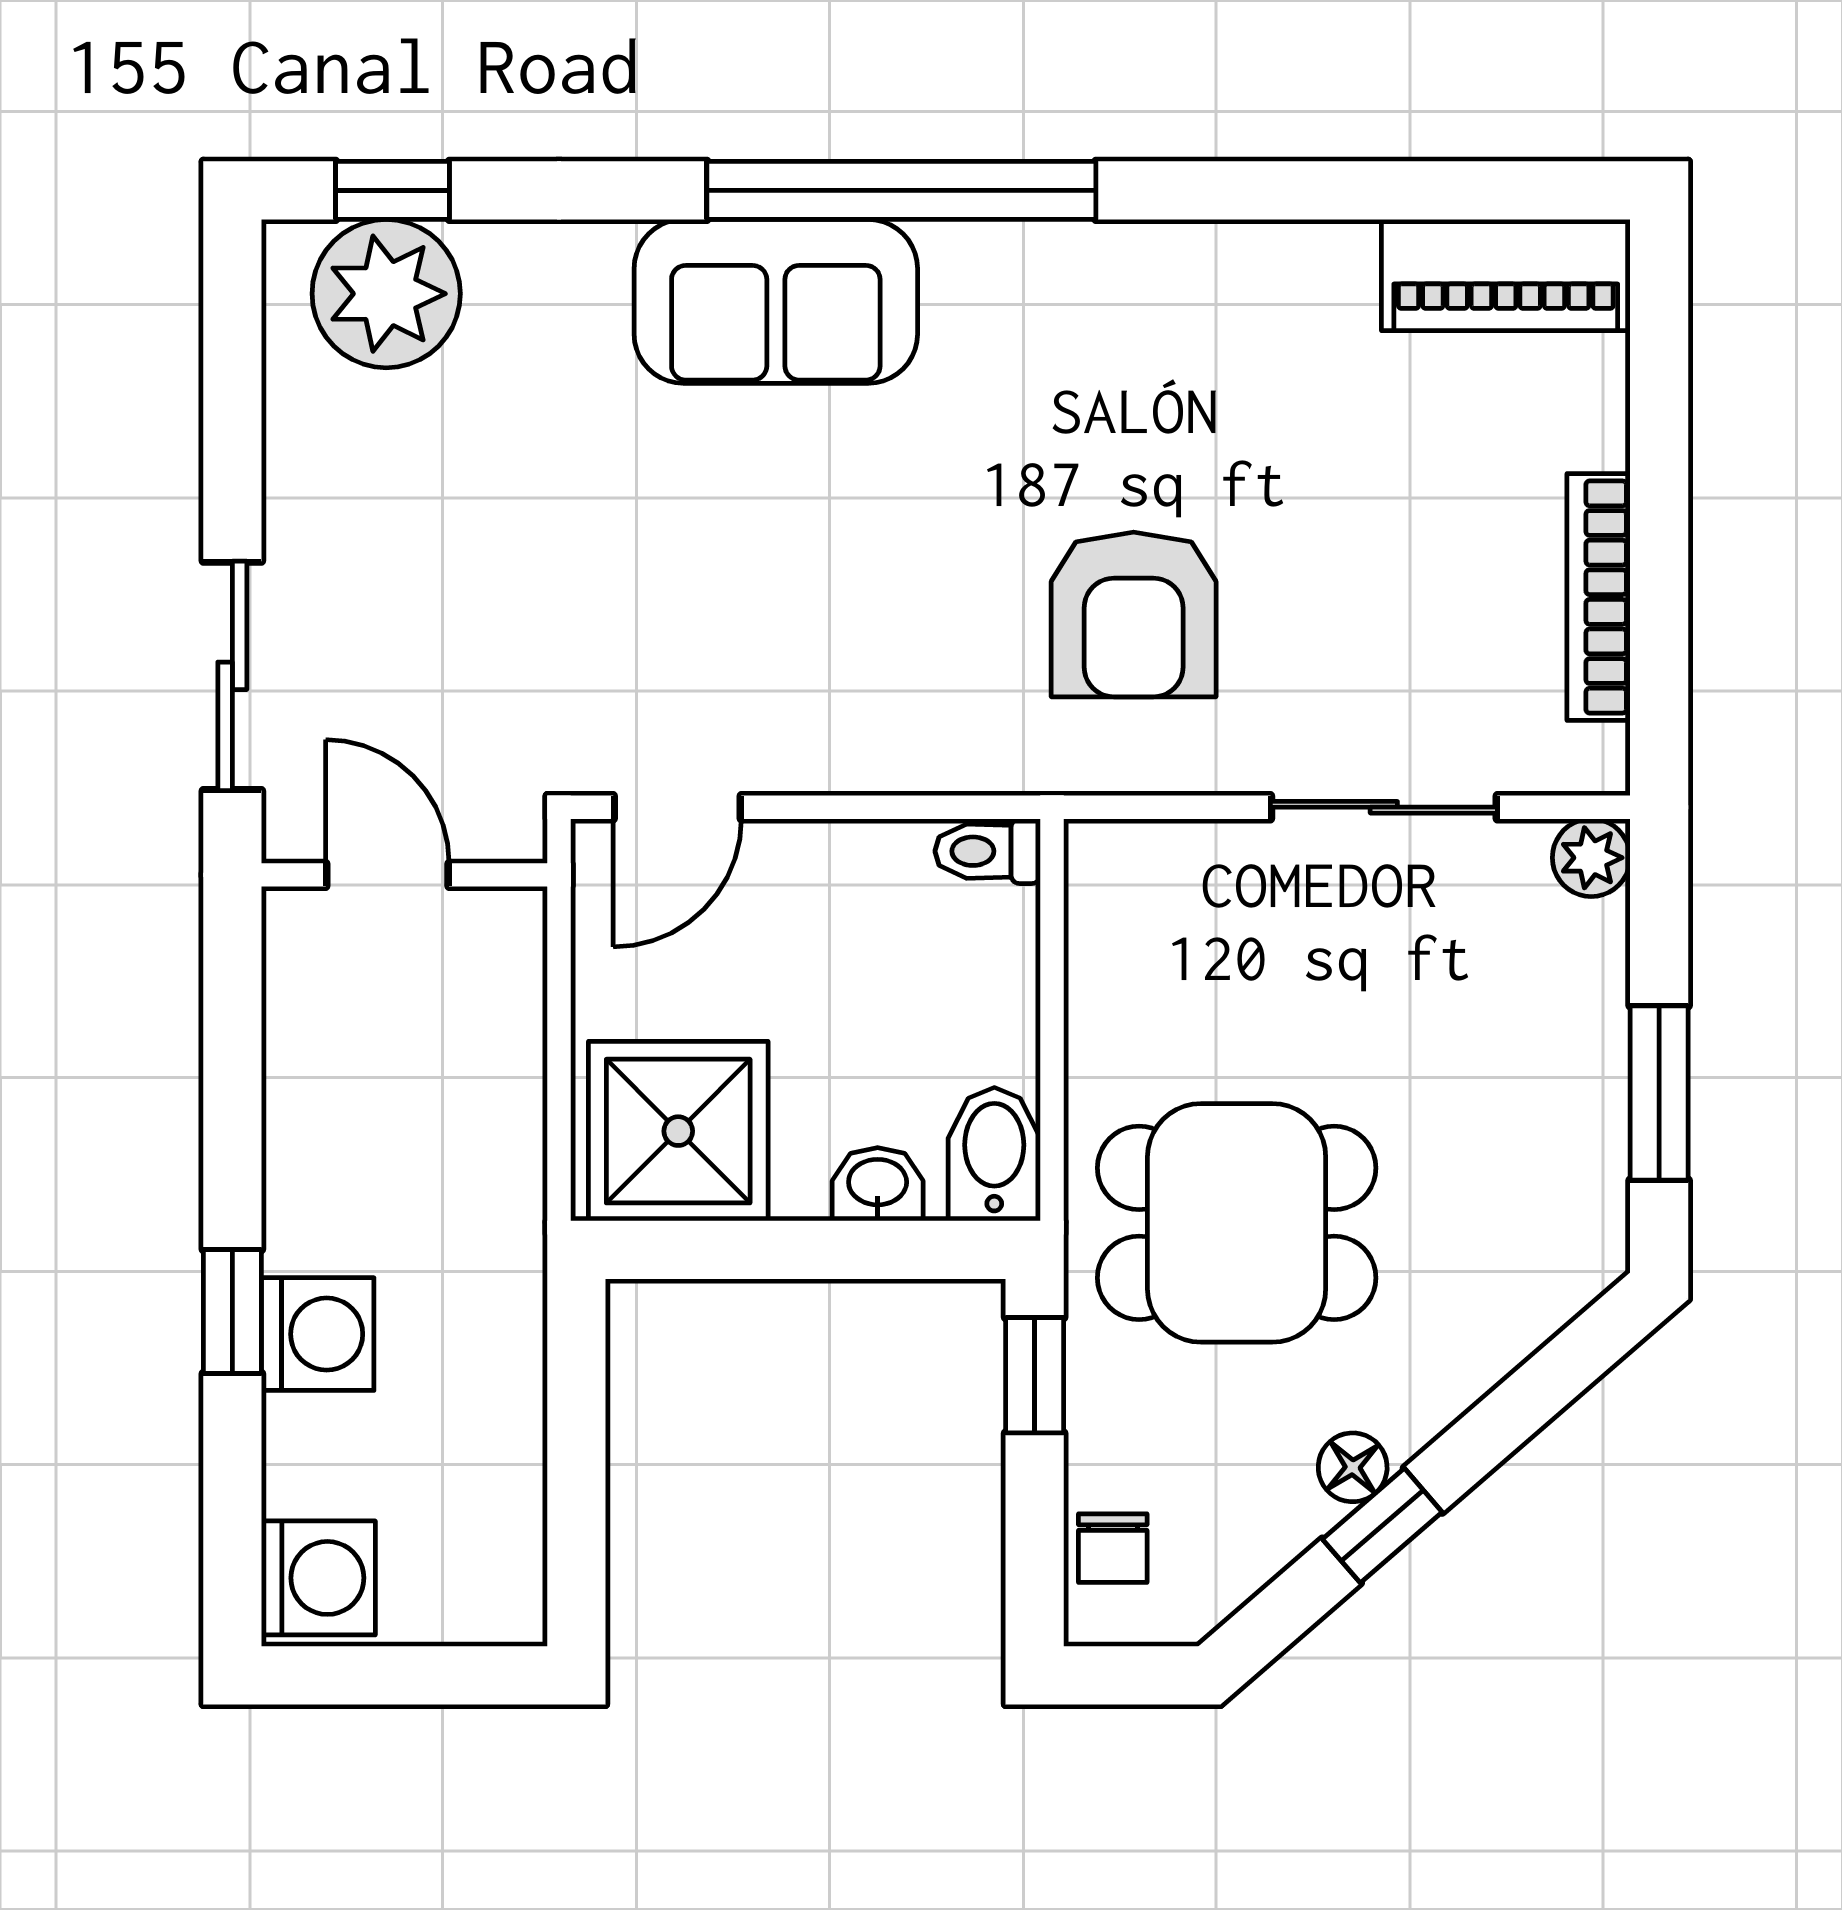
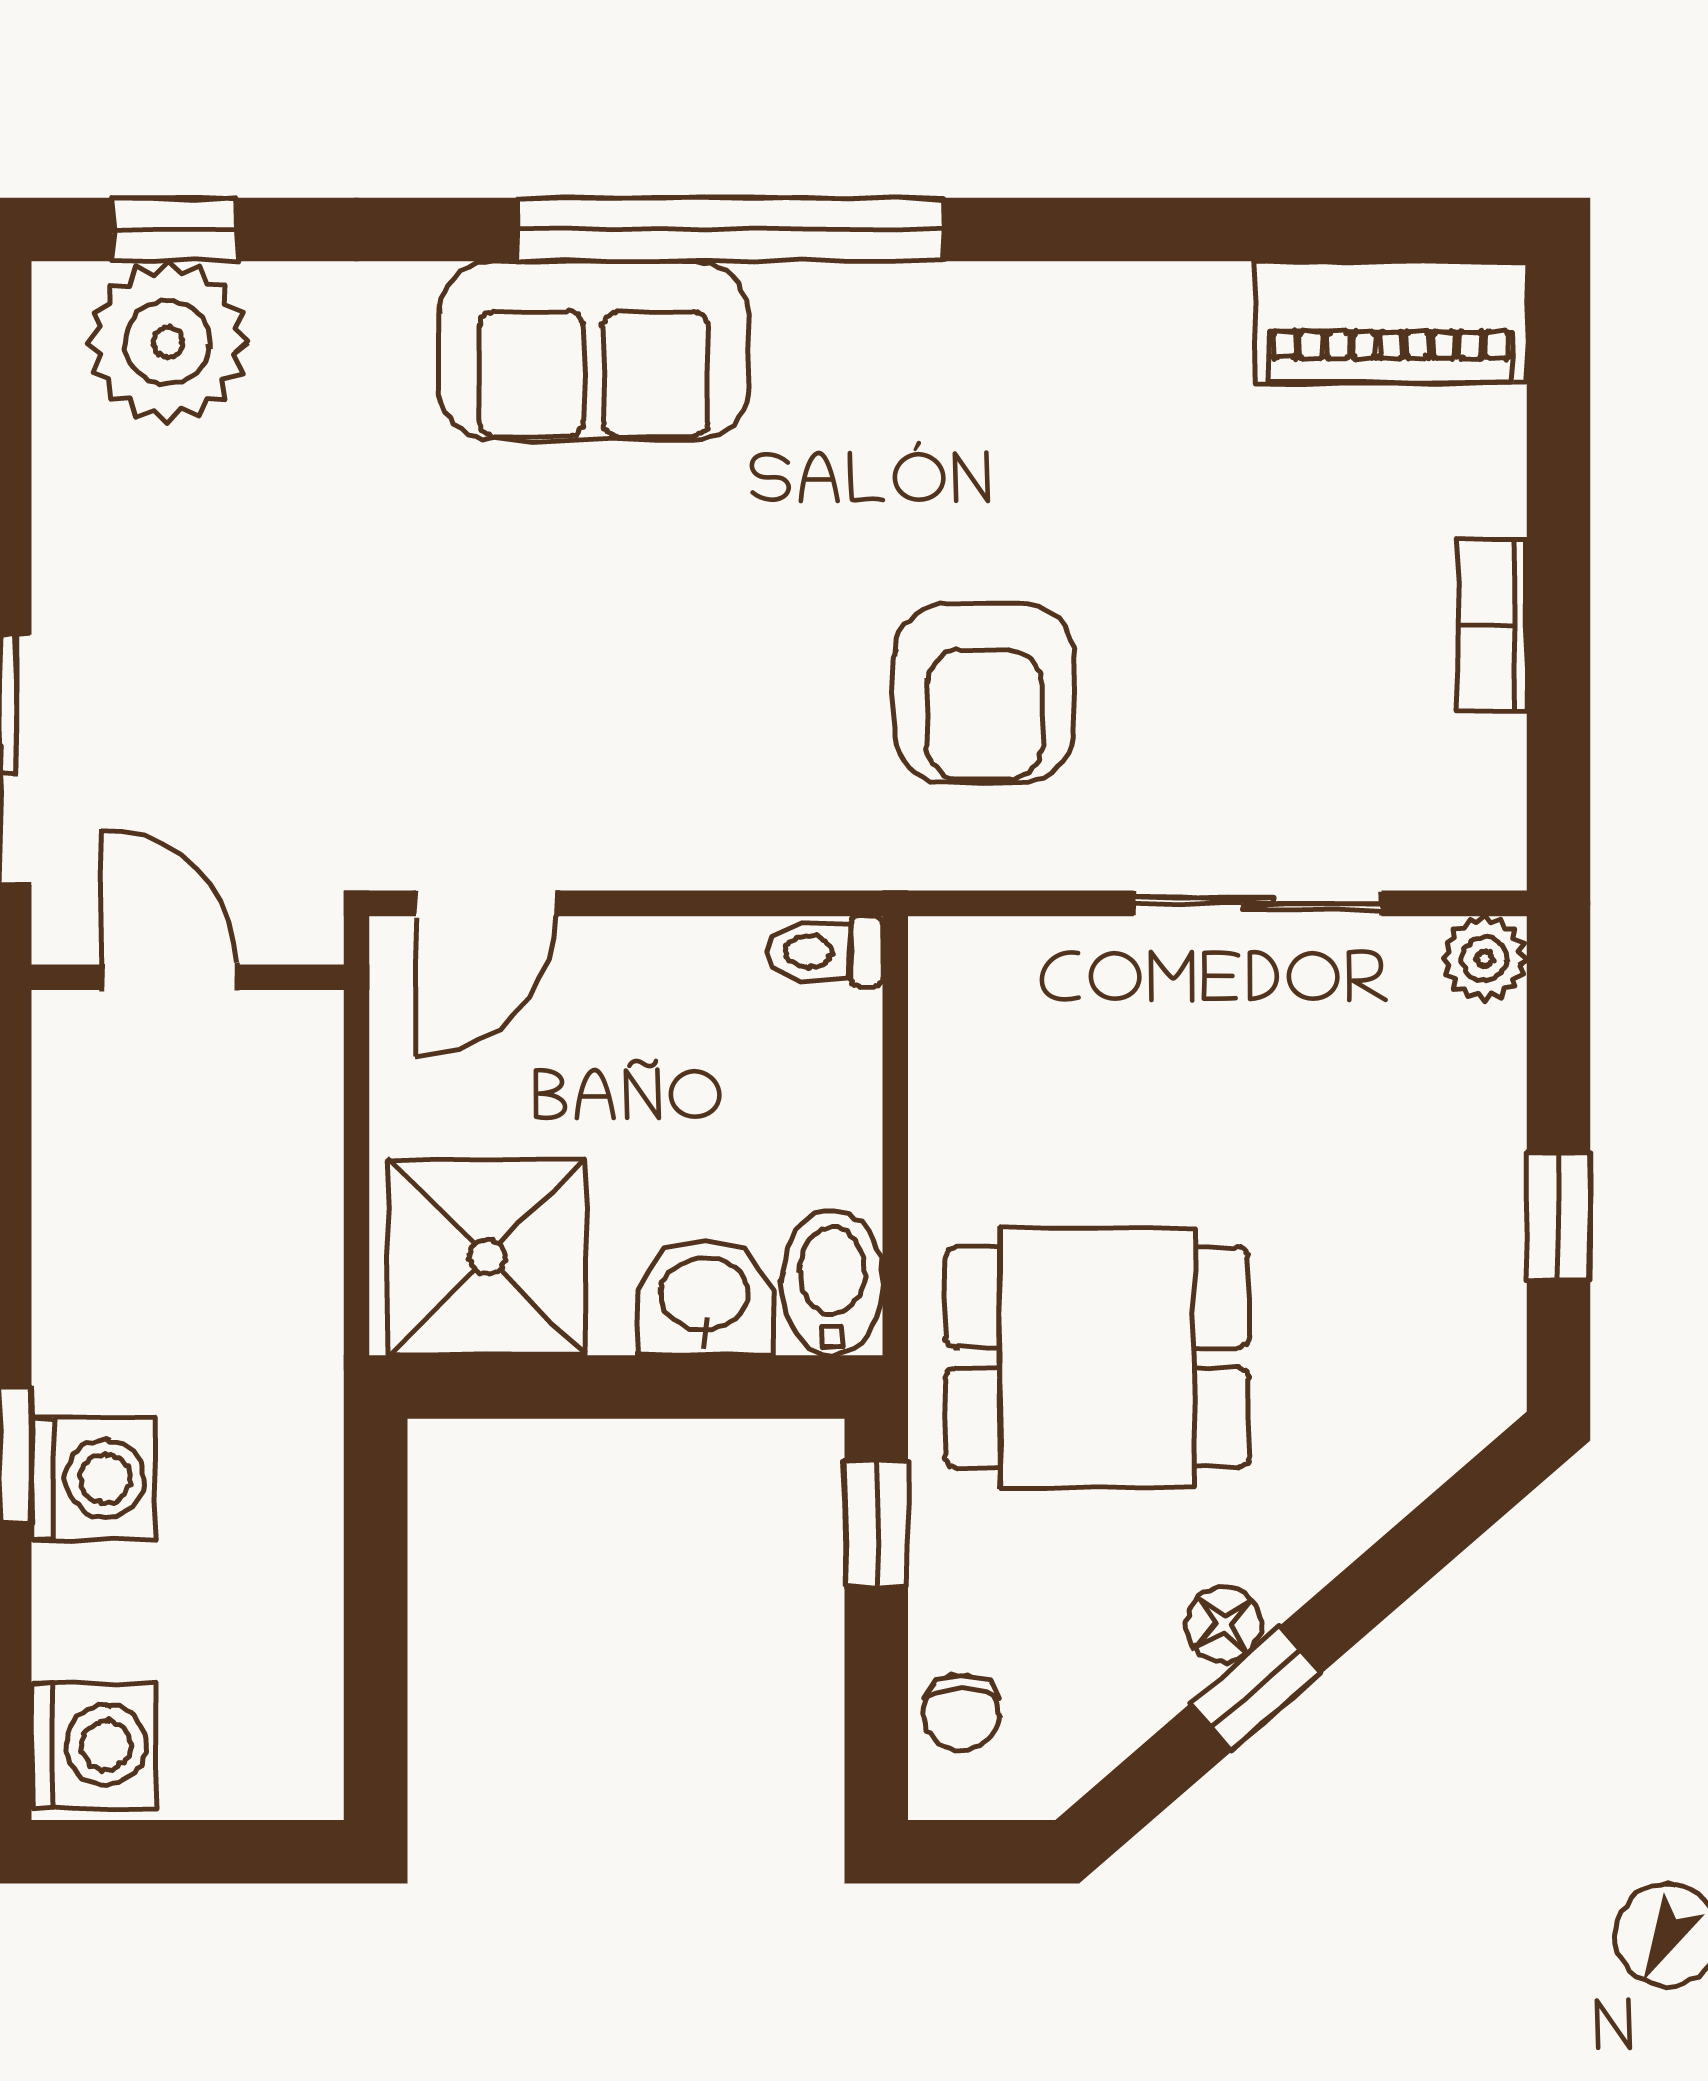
bookcase: (1598, 597) -> (1492, 625), width x0.64
window: (1659, 1093) -> (1558, 1216), width x0.67
washbasin: (878, 1184) -> (705, 1297), width x1.38, depth x1.45

